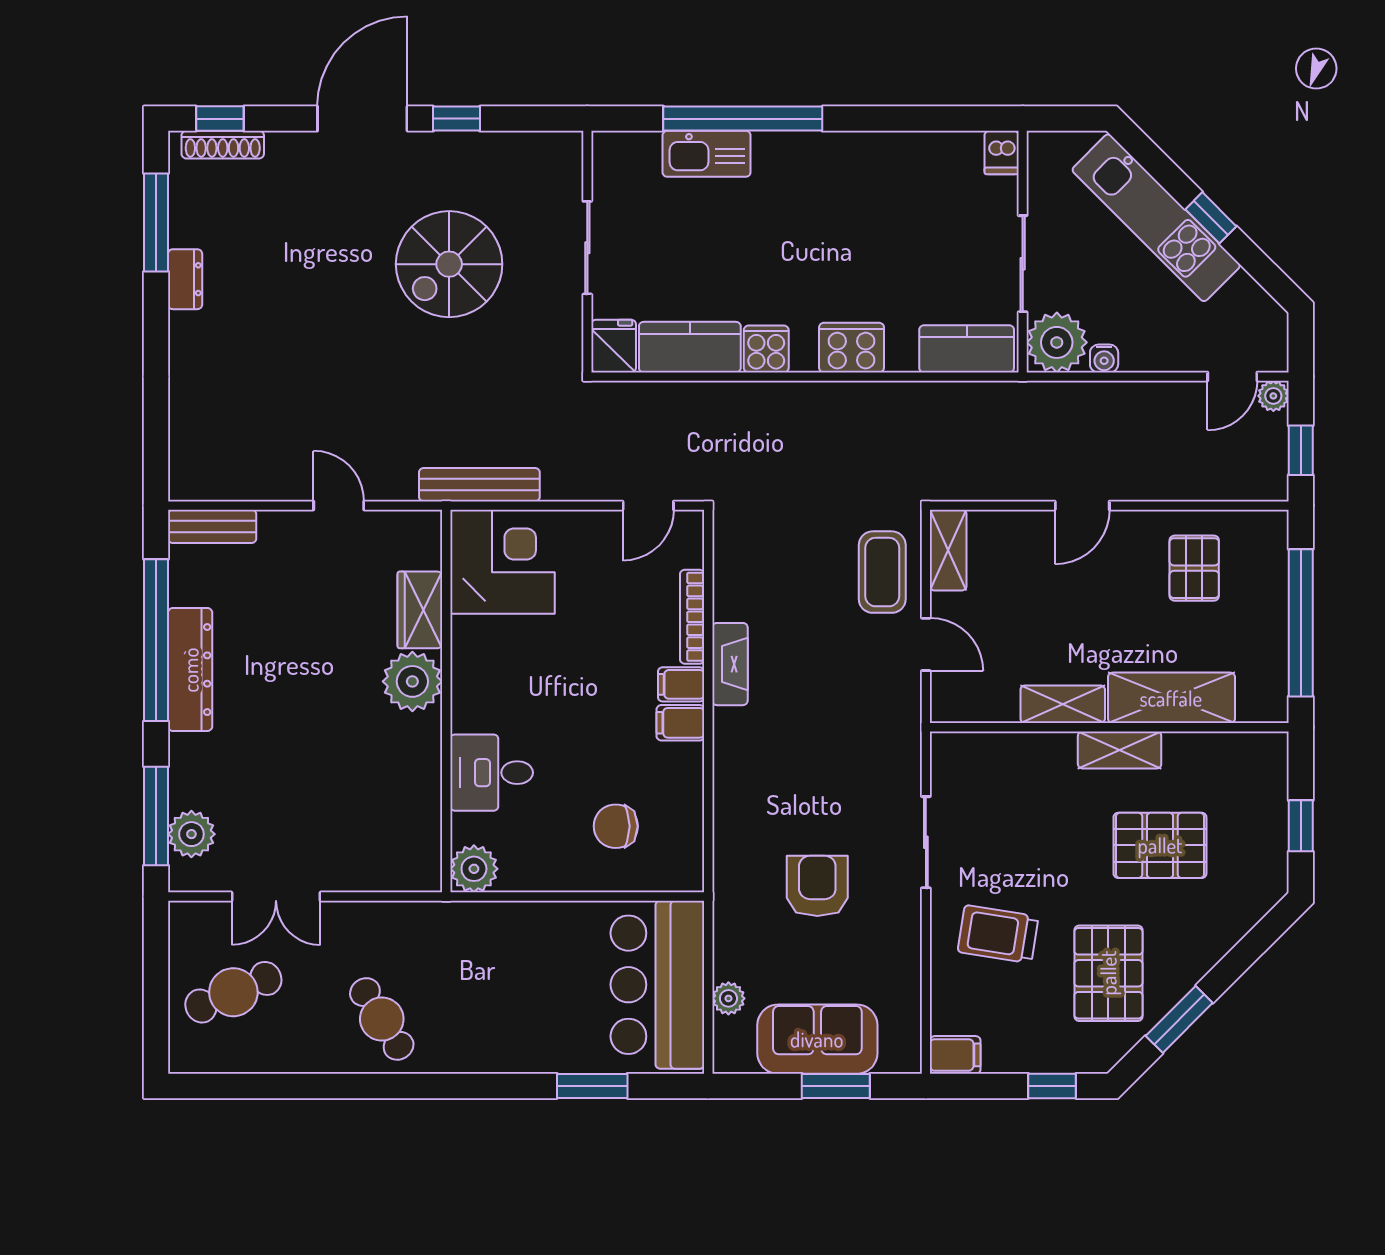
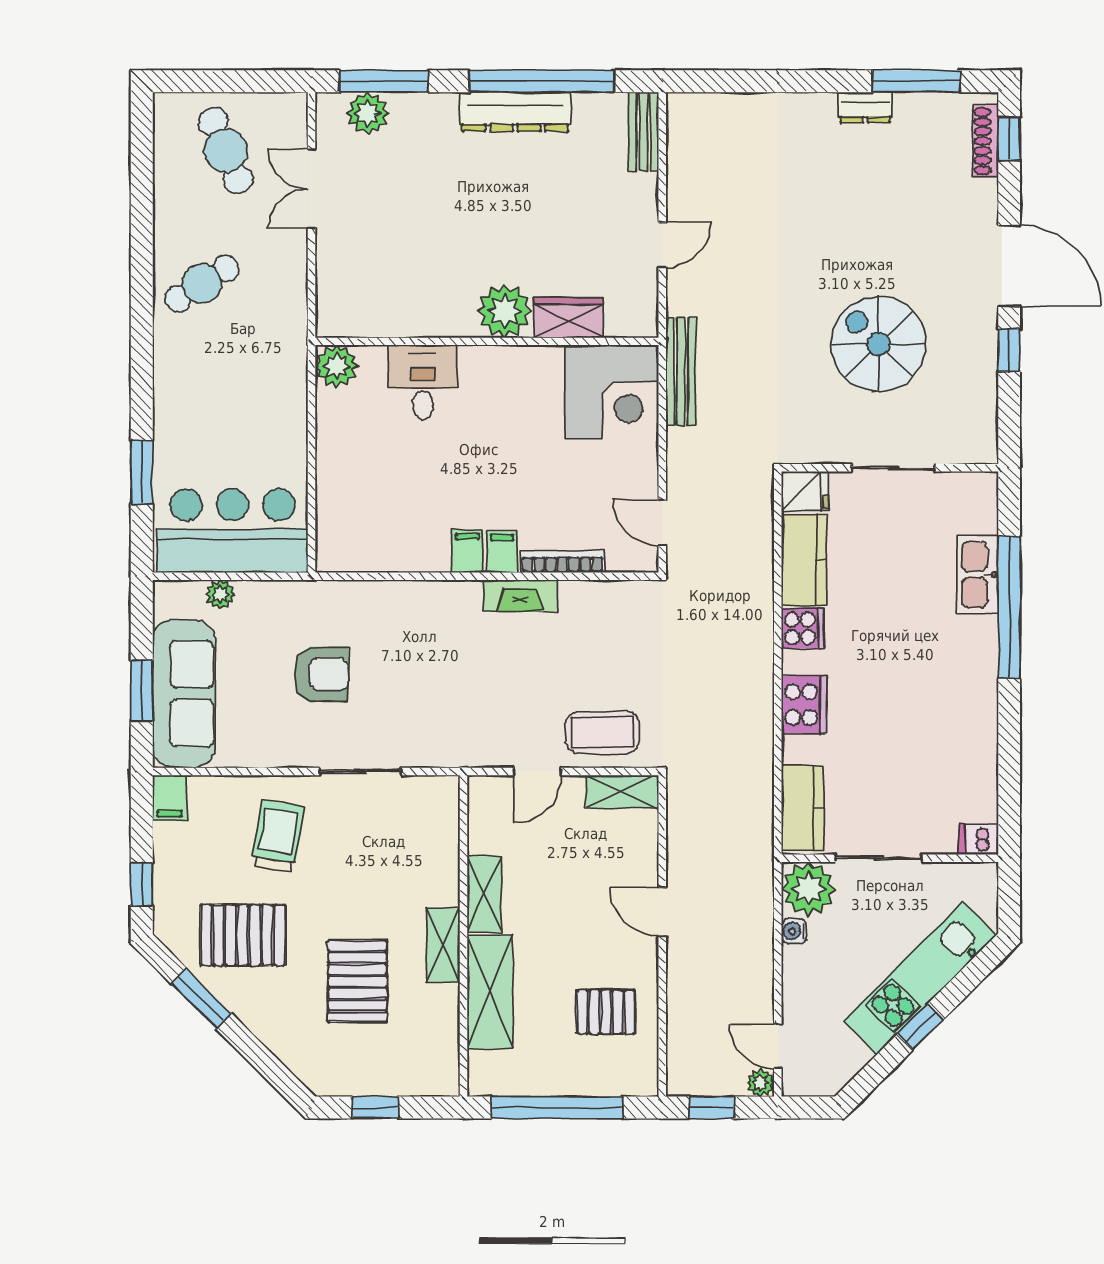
chair: (616, 826) -> (375, 493), removed
sofa: (817, 1039) -> (184, 694), width x1.36

